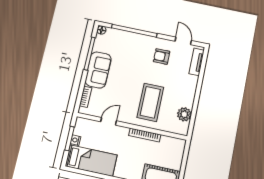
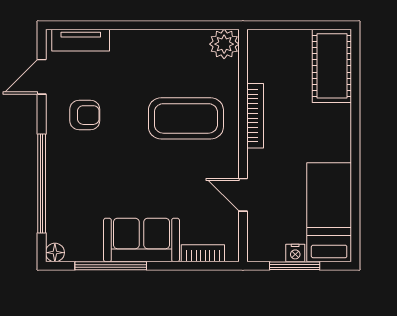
armchair: (162, 56) -> (85, 115), turned -90
plant: (184, 114) -> (224, 44), moved

